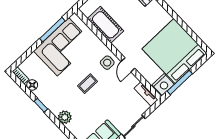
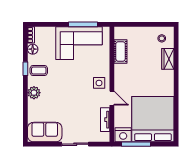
cot: (106, 25) -> (121, 51), width x0.73, depth x0.75
door: (128, 65) -> (112, 98), swing flipped
coffee table: (88, 84) -> (39, 71), moved
tv unit: (146, 94) -> (105, 120), moved

